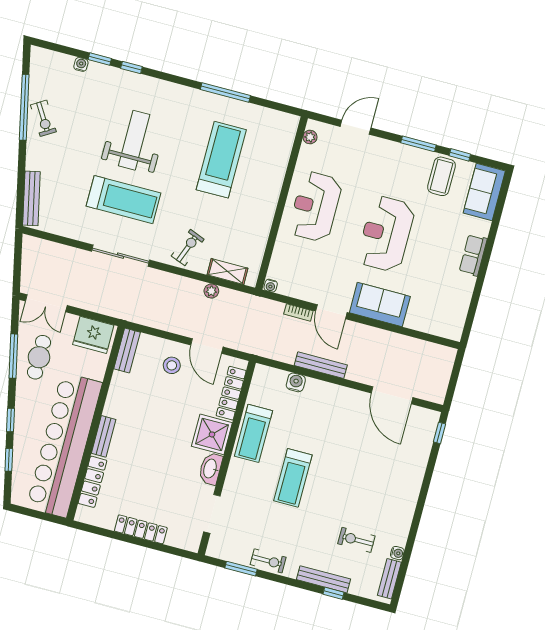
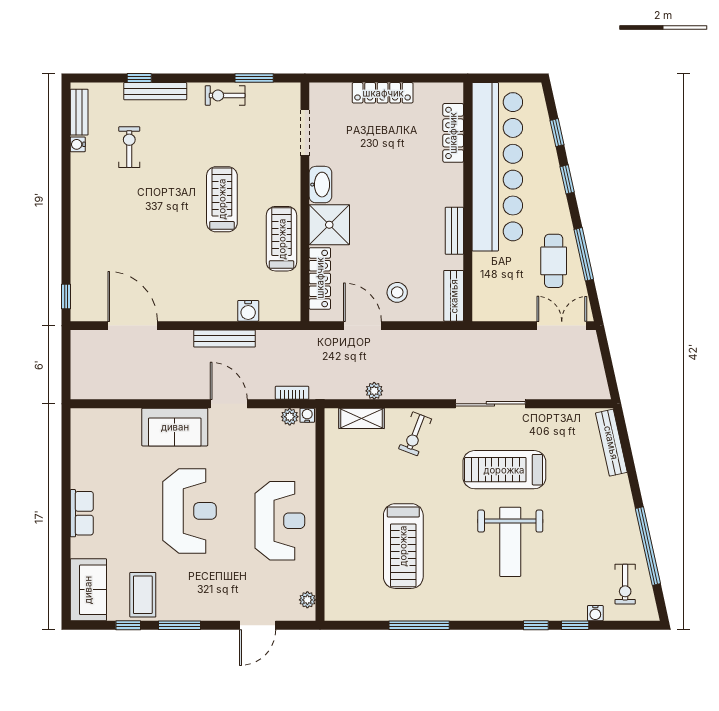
exercise bike: (43, 118) -> (625, 584), moved, turned -148
plant: (285, 288) -> (290, 417), added
bookcase: (298, 312) -> (292, 393), moved
fridge: (93, 335) -> (498, 304), removed
bench: (104, 436) -> (454, 231), moved
exercise bike: (356, 540) -> (129, 147), turned -90

